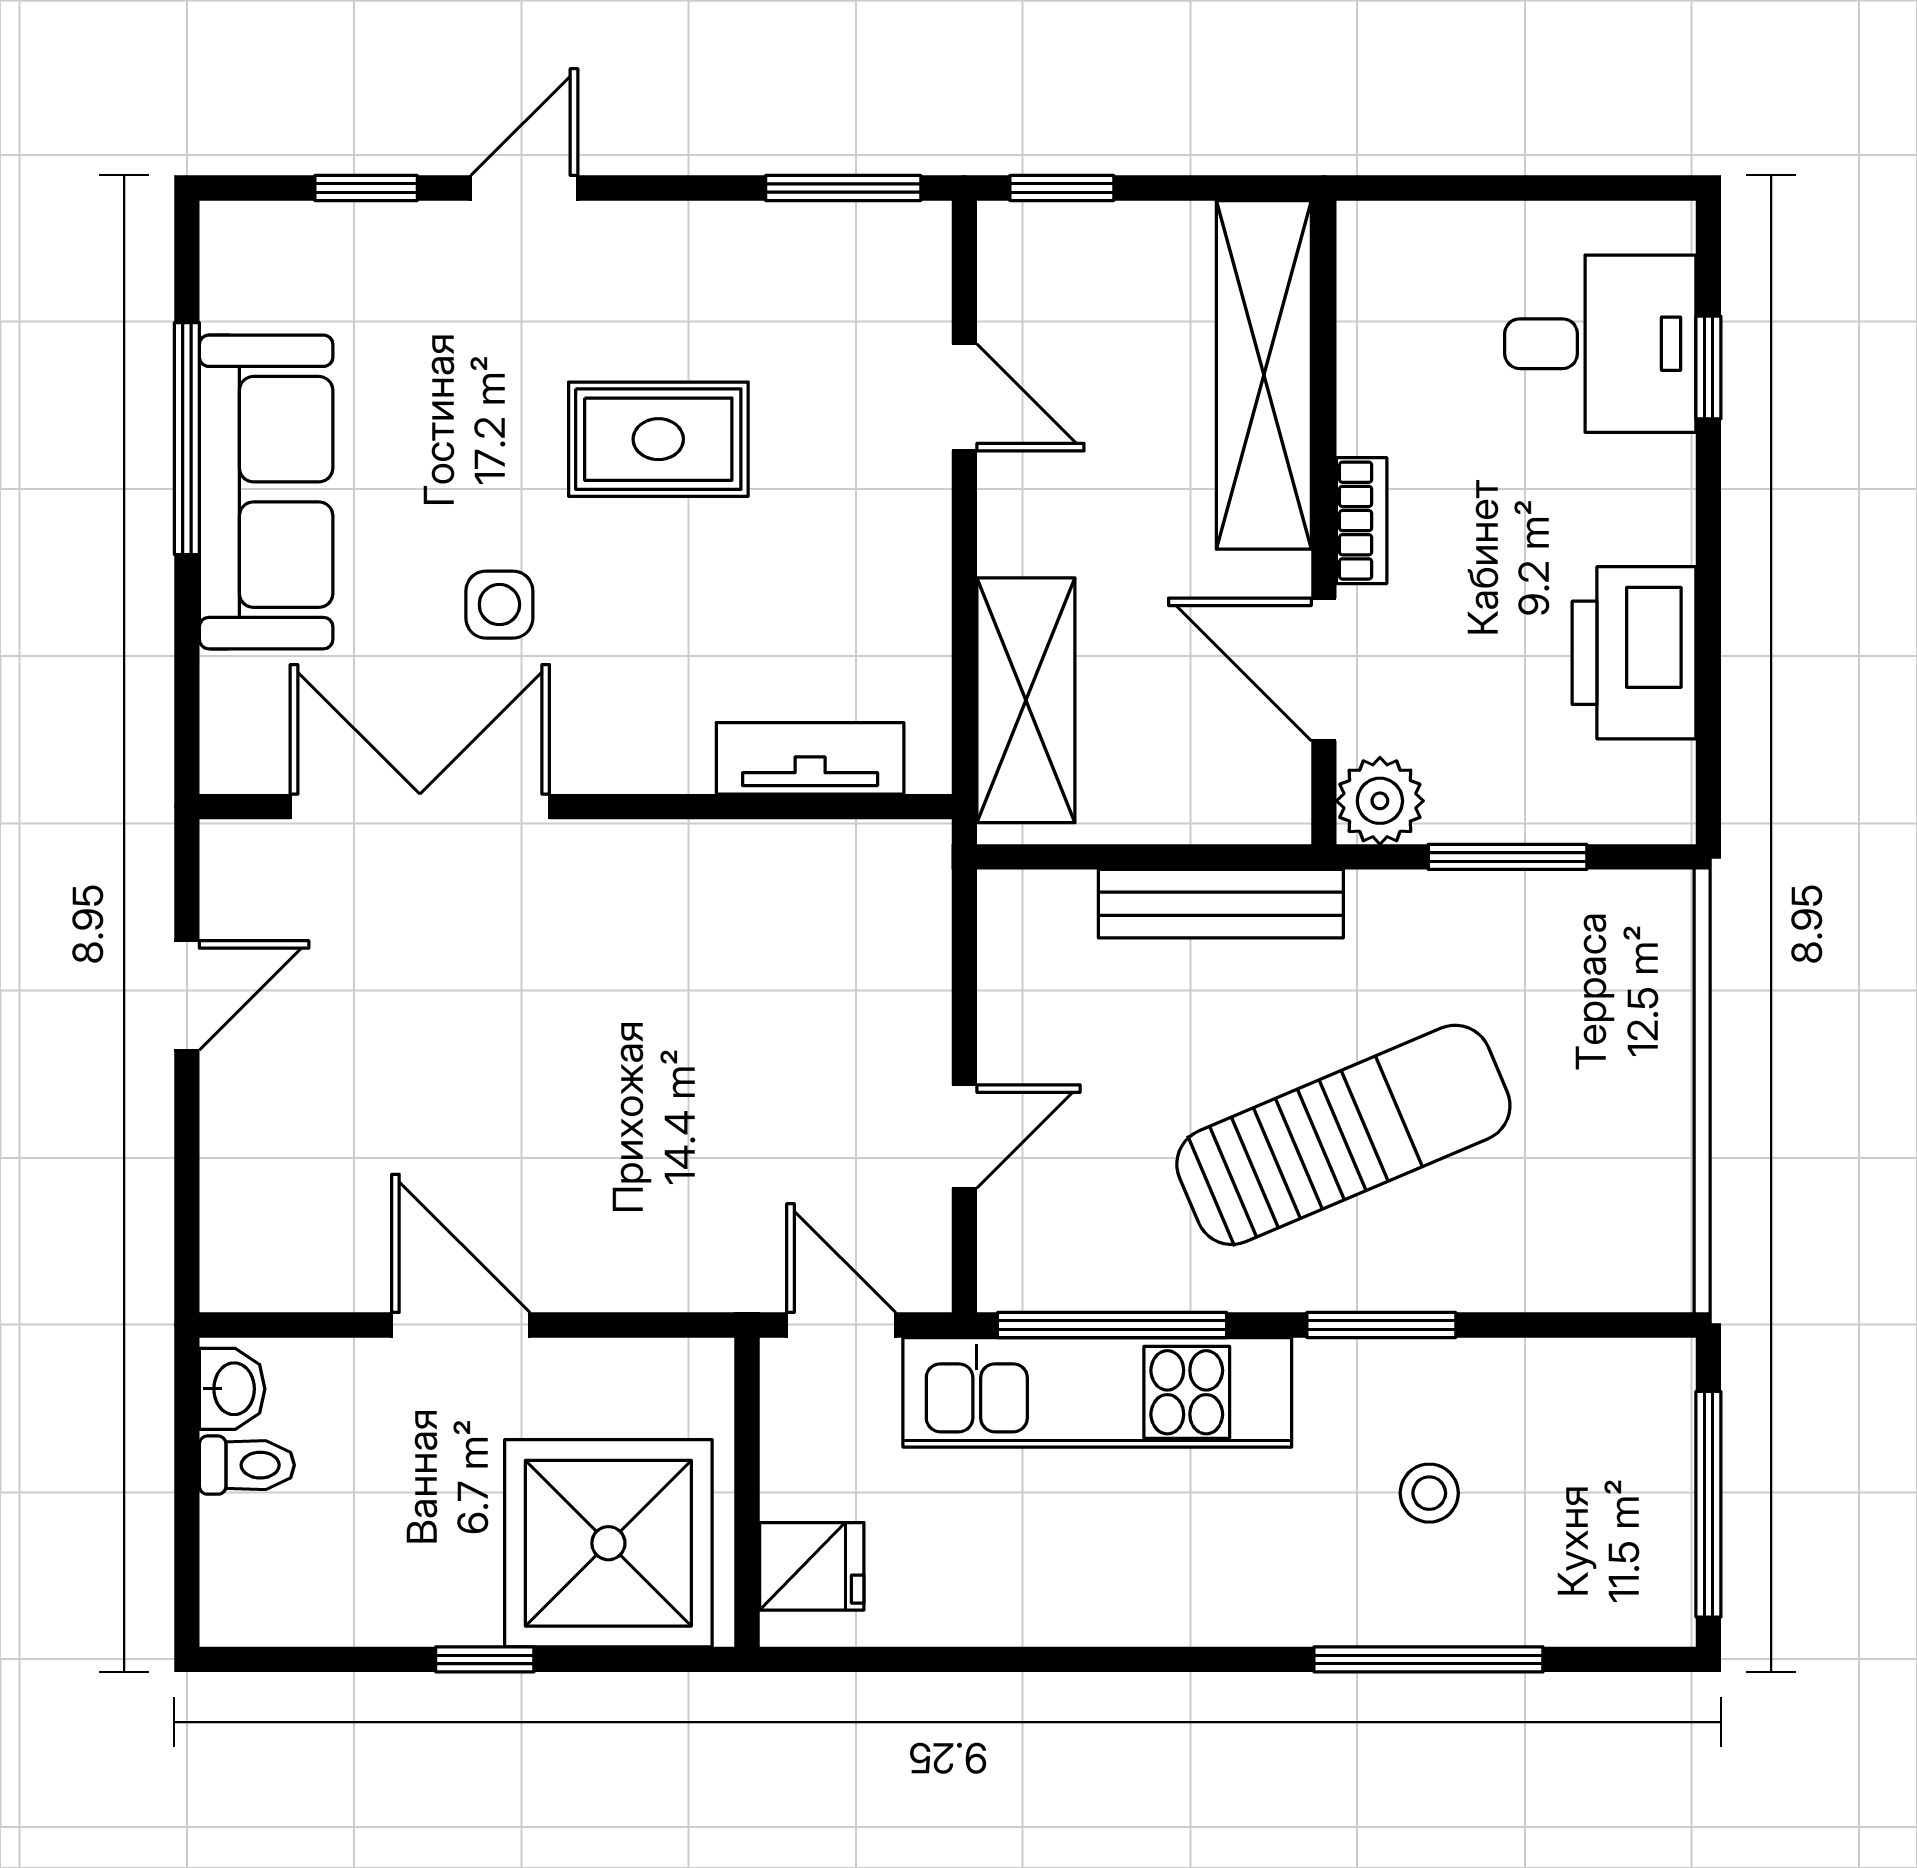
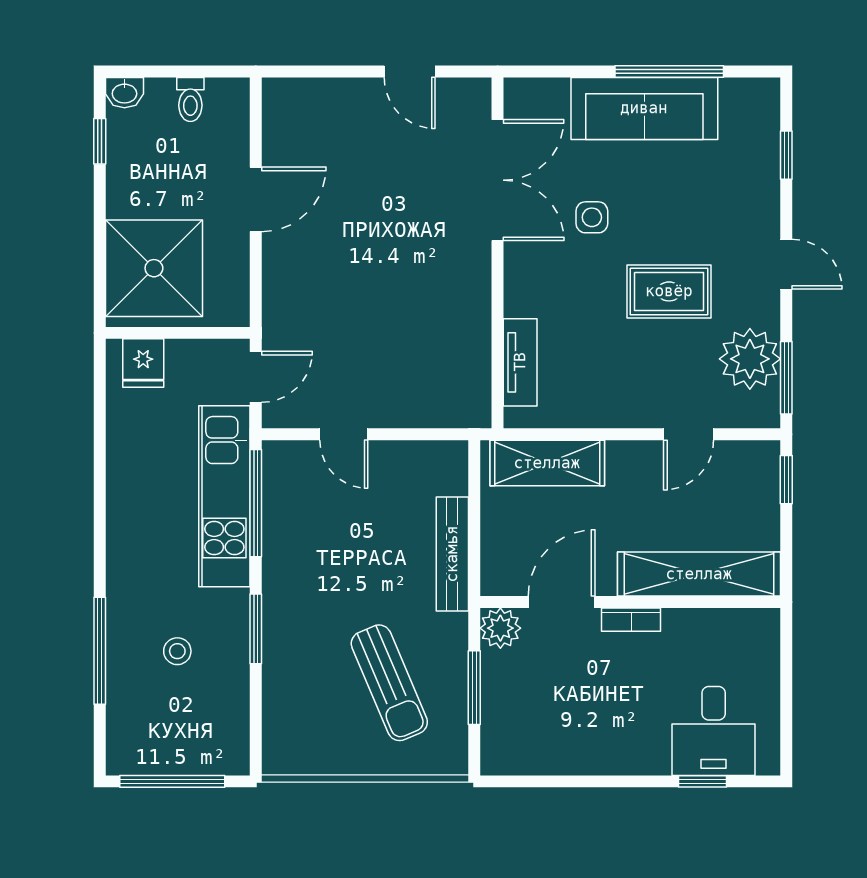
door: (524, 188) -> (786, 264), moved
plant: (803, 266) -> (750, 359), added
rug: (658, 439) -> (669, 291), turned 90
printer: (1634, 653) -> (569, 747), removed
sun lounger: (1343, 1135) -> (389, 683), moved, width x0.73, depth x0.75
washbasin: (232, 1389) -> (124, 93), moved
window: (485, 1659) -> (100, 141), moved

